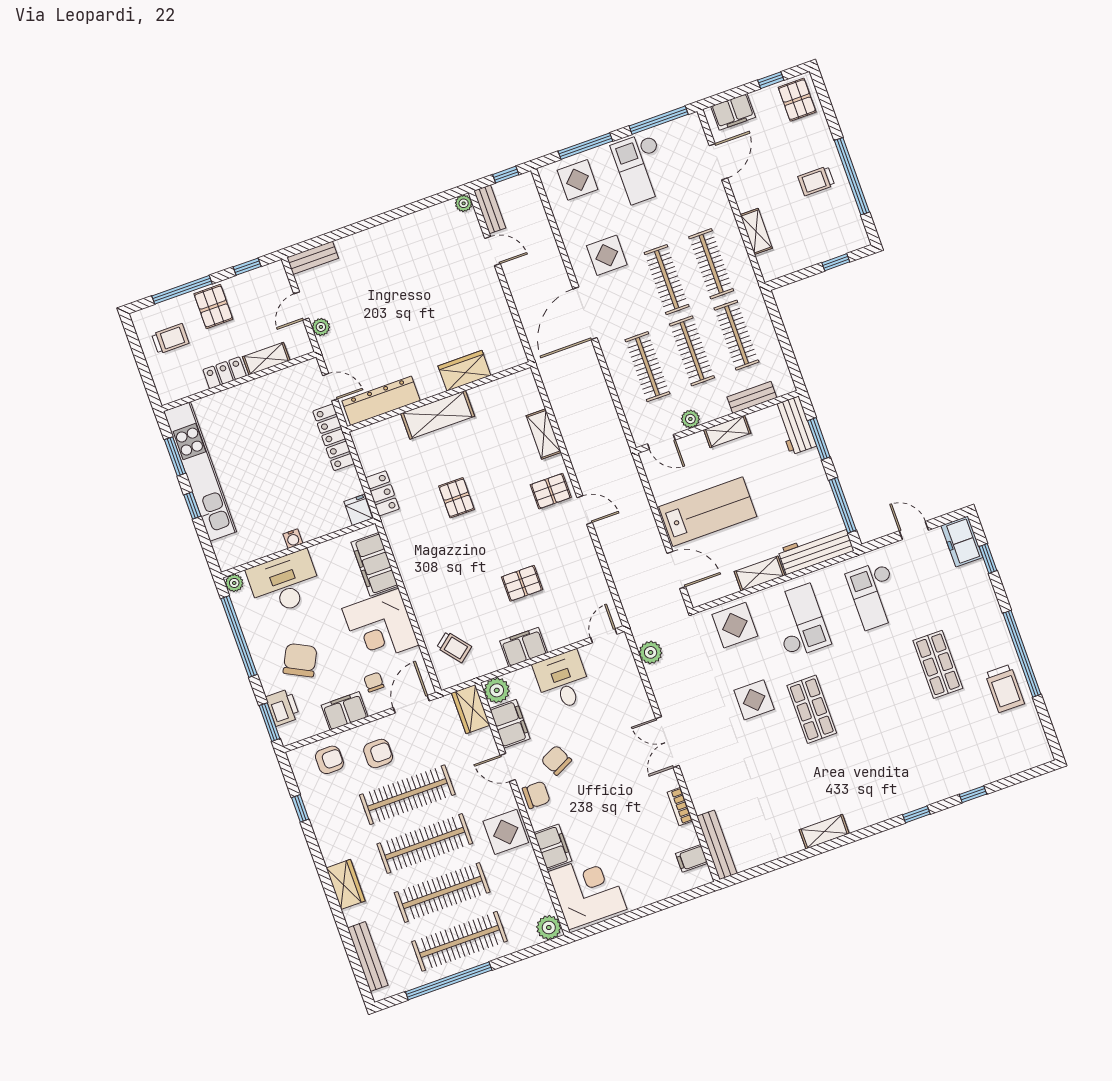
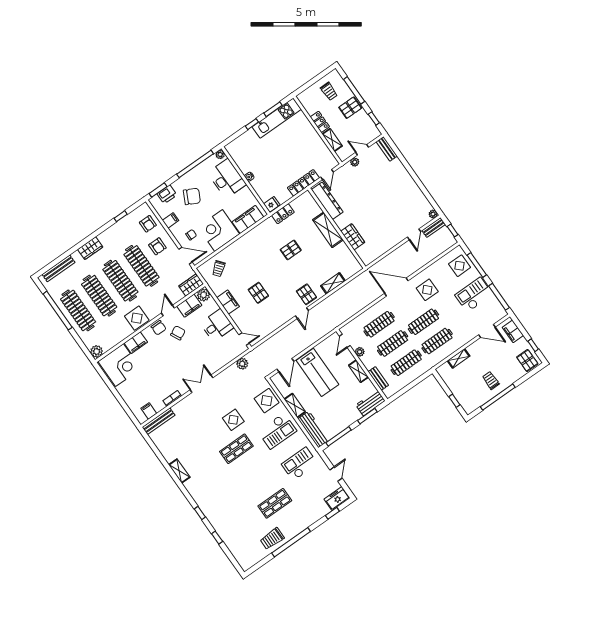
pallet: (797, 100) -> (527, 360), turned 90
kitchen unit: (200, 471) -> (277, 118), width x0.73
filing cabinet: (345, 711) -> (170, 220), width x0.50

